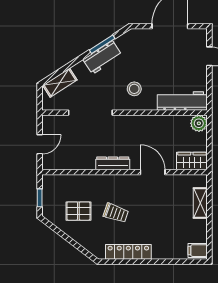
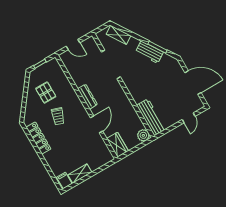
stool: (134, 89) -> (141, 83), removed
shelving: (200, 203) -> (80, 174), moved

